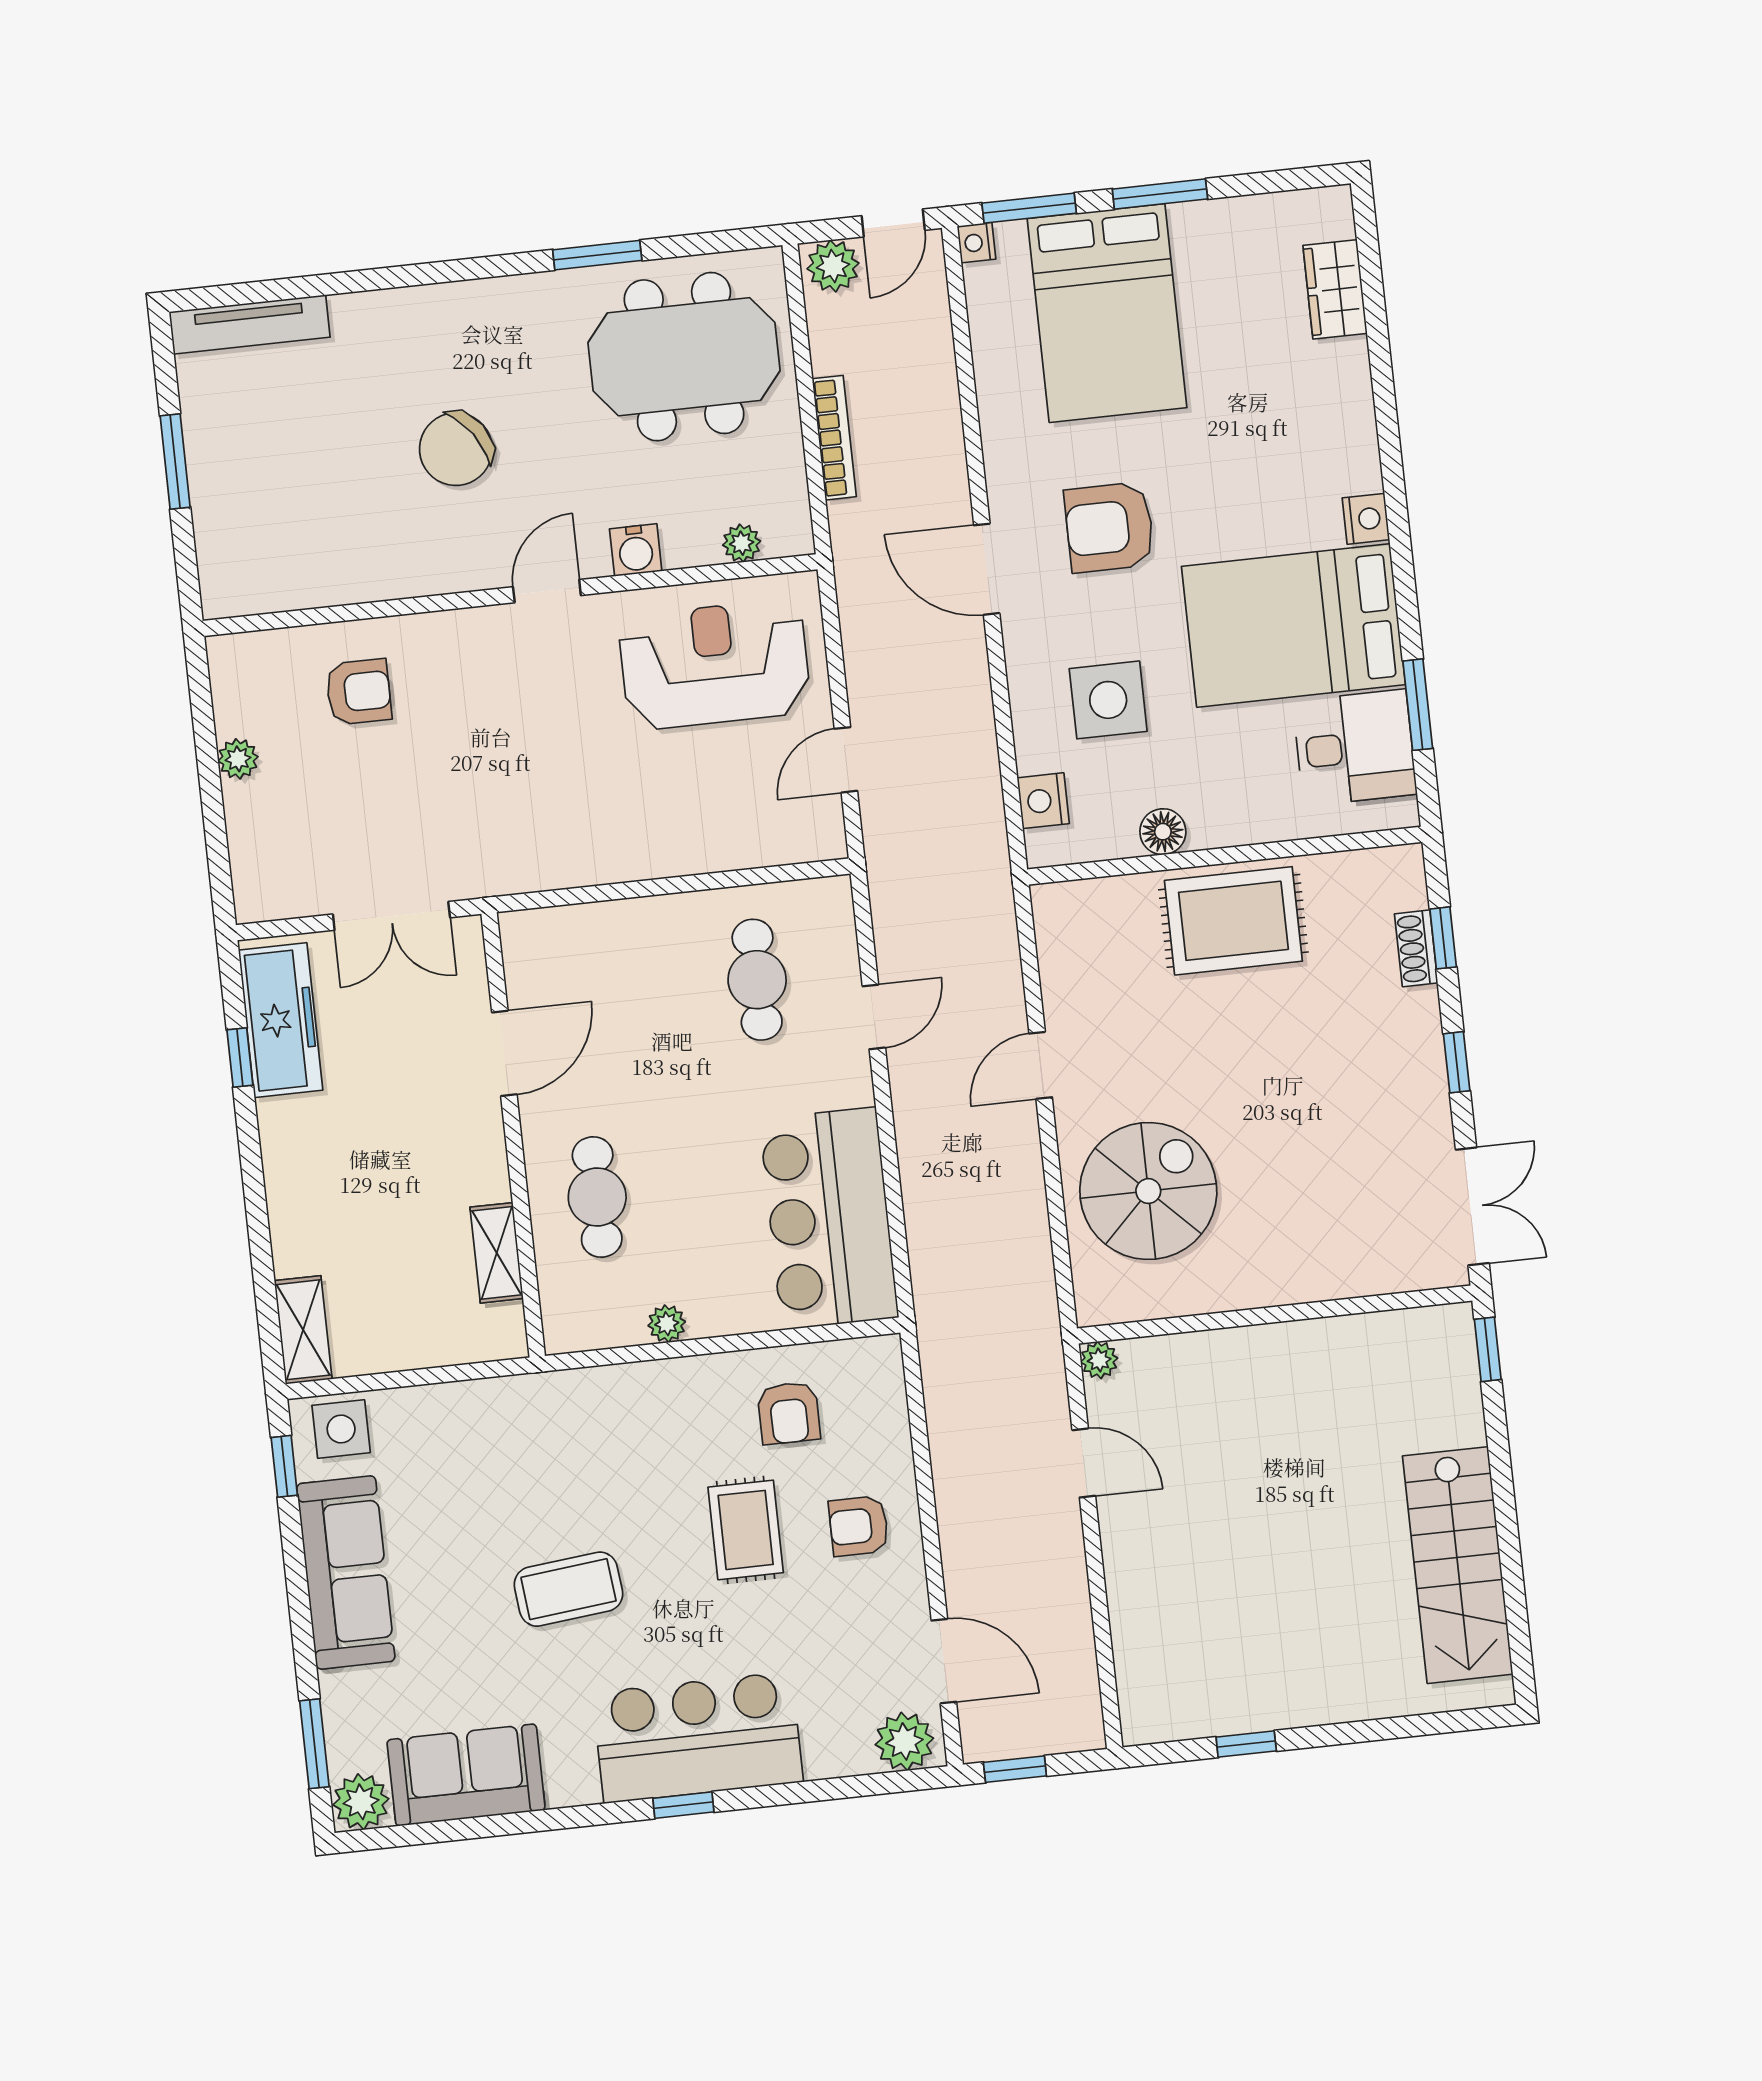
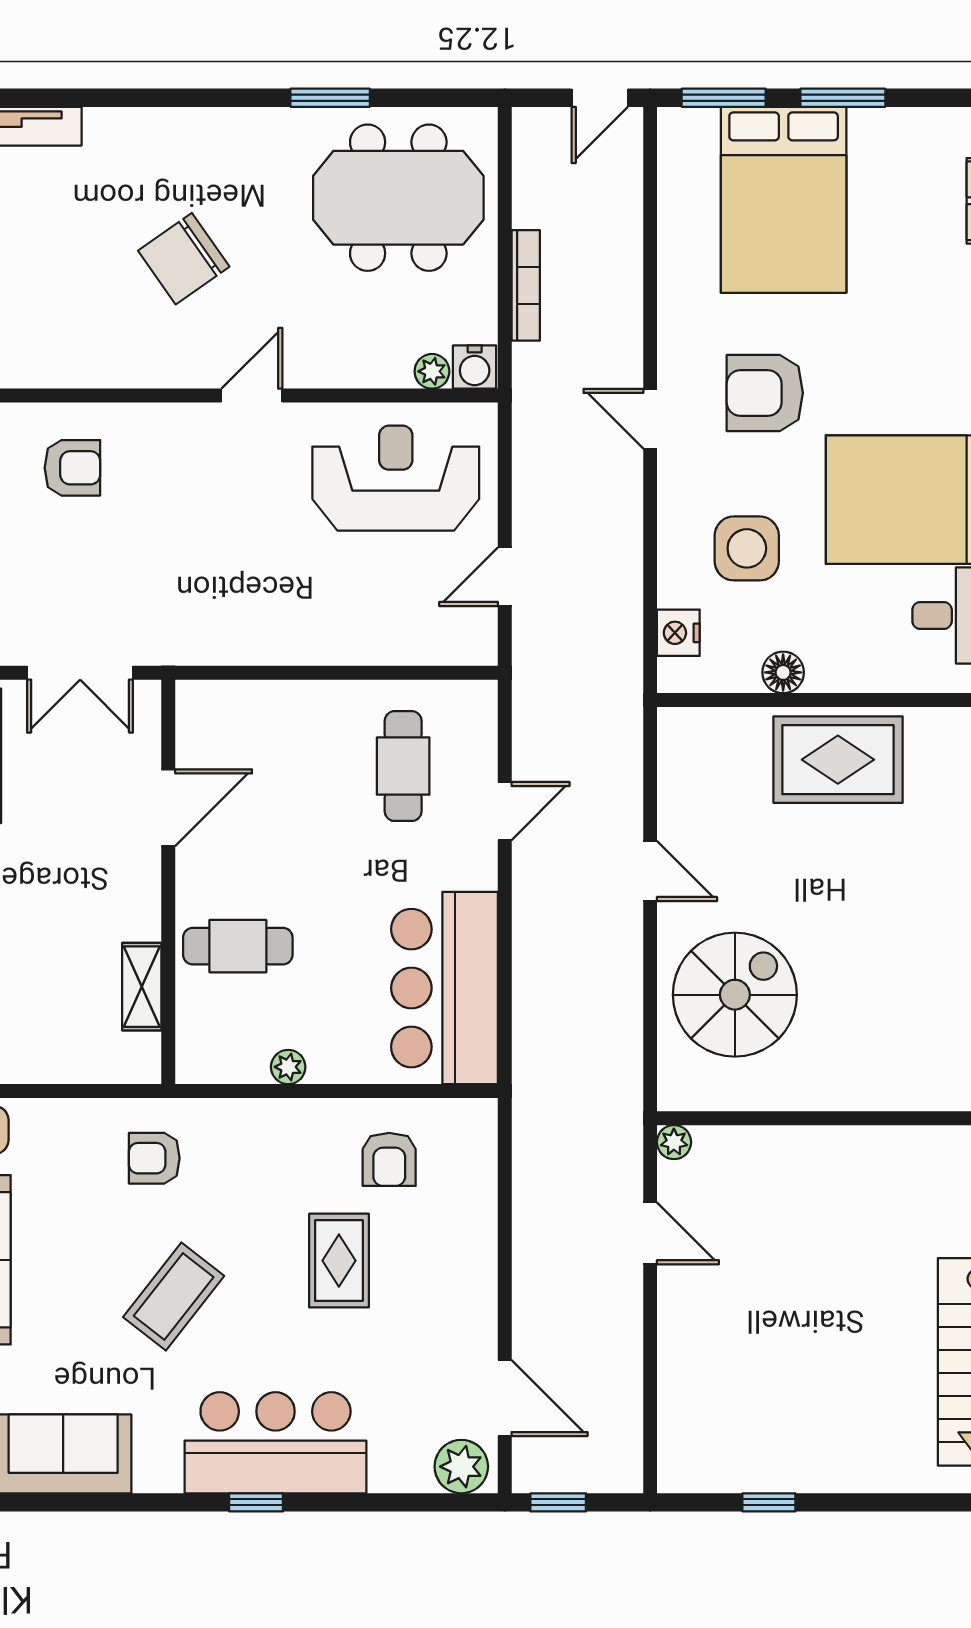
nightstand: (976, 243) -> (673, 124), removed
plant: (833, 266) -> (541, 131), removed
water cooler: (636, 550) -> (475, 367), moved
door: (987, 569) -> (650, 419), width x0.73
door: (1041, 1065) -> (650, 871), swing flipped
cafe table: (597, 1197) -> (238, 946), turned 90
armchair: (859, 1526) -> (154, 1158), moved
coffee table: (568, 1589) -> (174, 1297), turned -46

